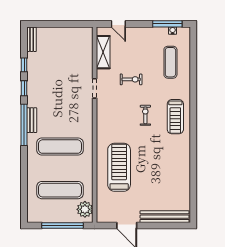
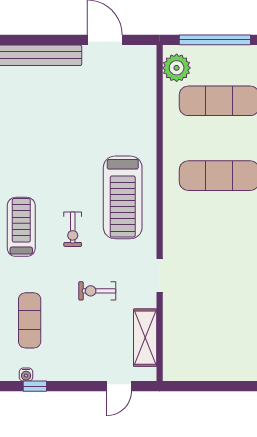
door: (118, 24) -> (119, 386), swing flipped
window: (167, 24) -> (35, 386), width x0.46
treadmill: (119, 167) -> (123, 197), moved

